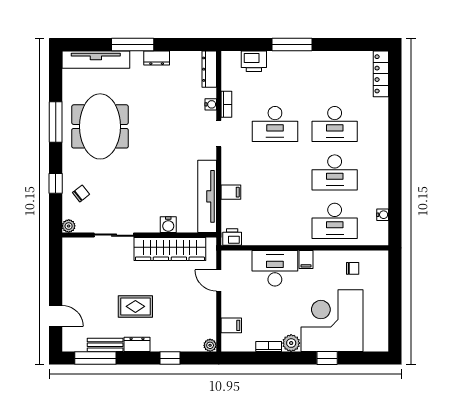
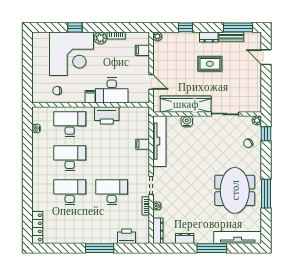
dresser: (157, 58) -> (185, 238), moved
window: (56, 183) -> (266, 134), moved
printer: (232, 237) -> (107, 115), moved, width x1.87, depth x1.48

